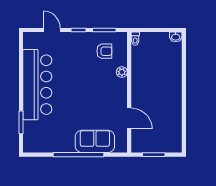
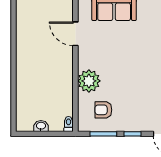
washbasin: (176, 37) -> (41, 126), moved
plant: (122, 72) -> (89, 81), width x1.87, depth x1.87

